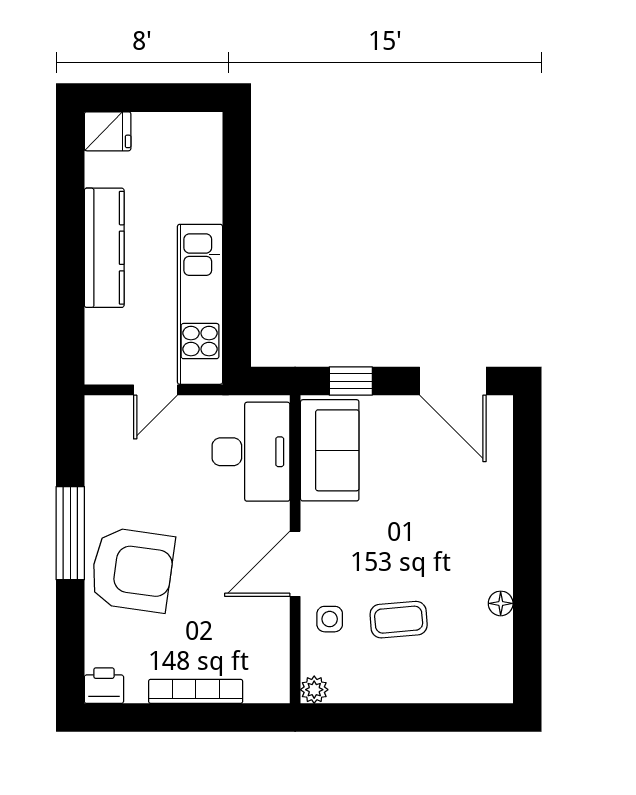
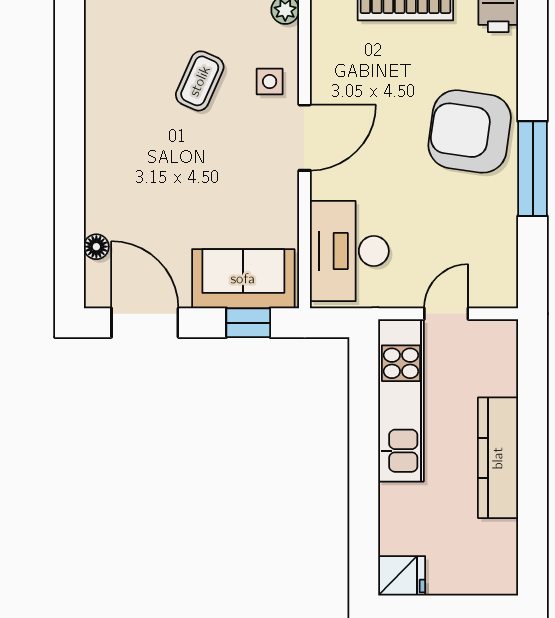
fridge: (108, 131) -> (402, 576), moved, turned 180
sofa: (330, 450) -> (243, 279), moved, turned 90
floor lamp: (501, 603) -> (96, 247), moved
coffee table: (399, 620) -> (200, 81), turned -61

